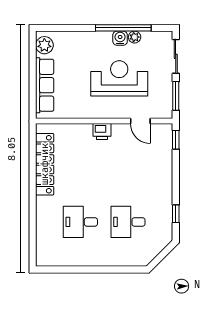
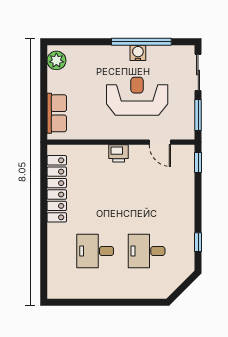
plant: (135, 37) -> (154, 52), removed
row of seats: (45, 85) -> (57, 113), width x0.68

